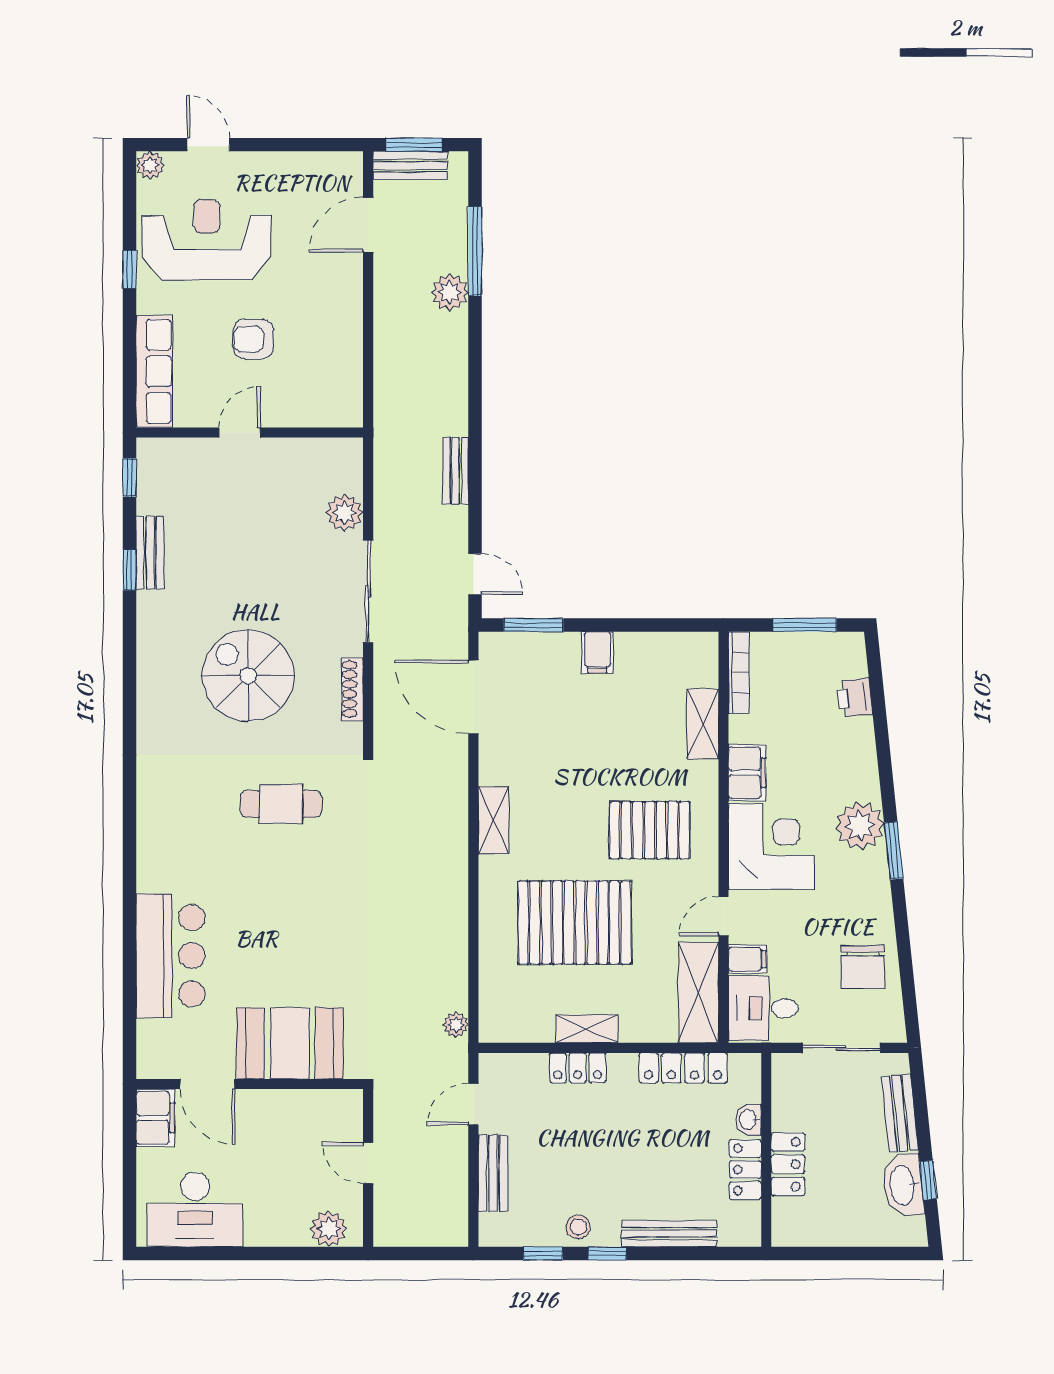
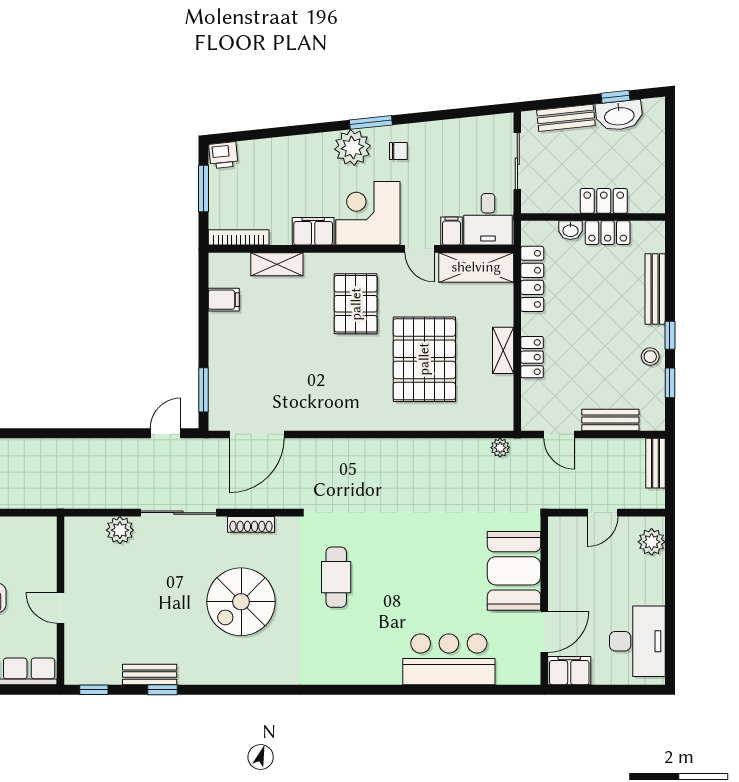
bench: (456, 471) -> (656, 463), moved, turned 90
filing cabinet: (597, 652) -> (224, 300), moved
printer: (854, 698) -> (223, 155), moved
shelving: (494, 820) -> (348, 420), removed
chair: (863, 967) -> (398, 151), moved, width x0.54, depth x0.54

